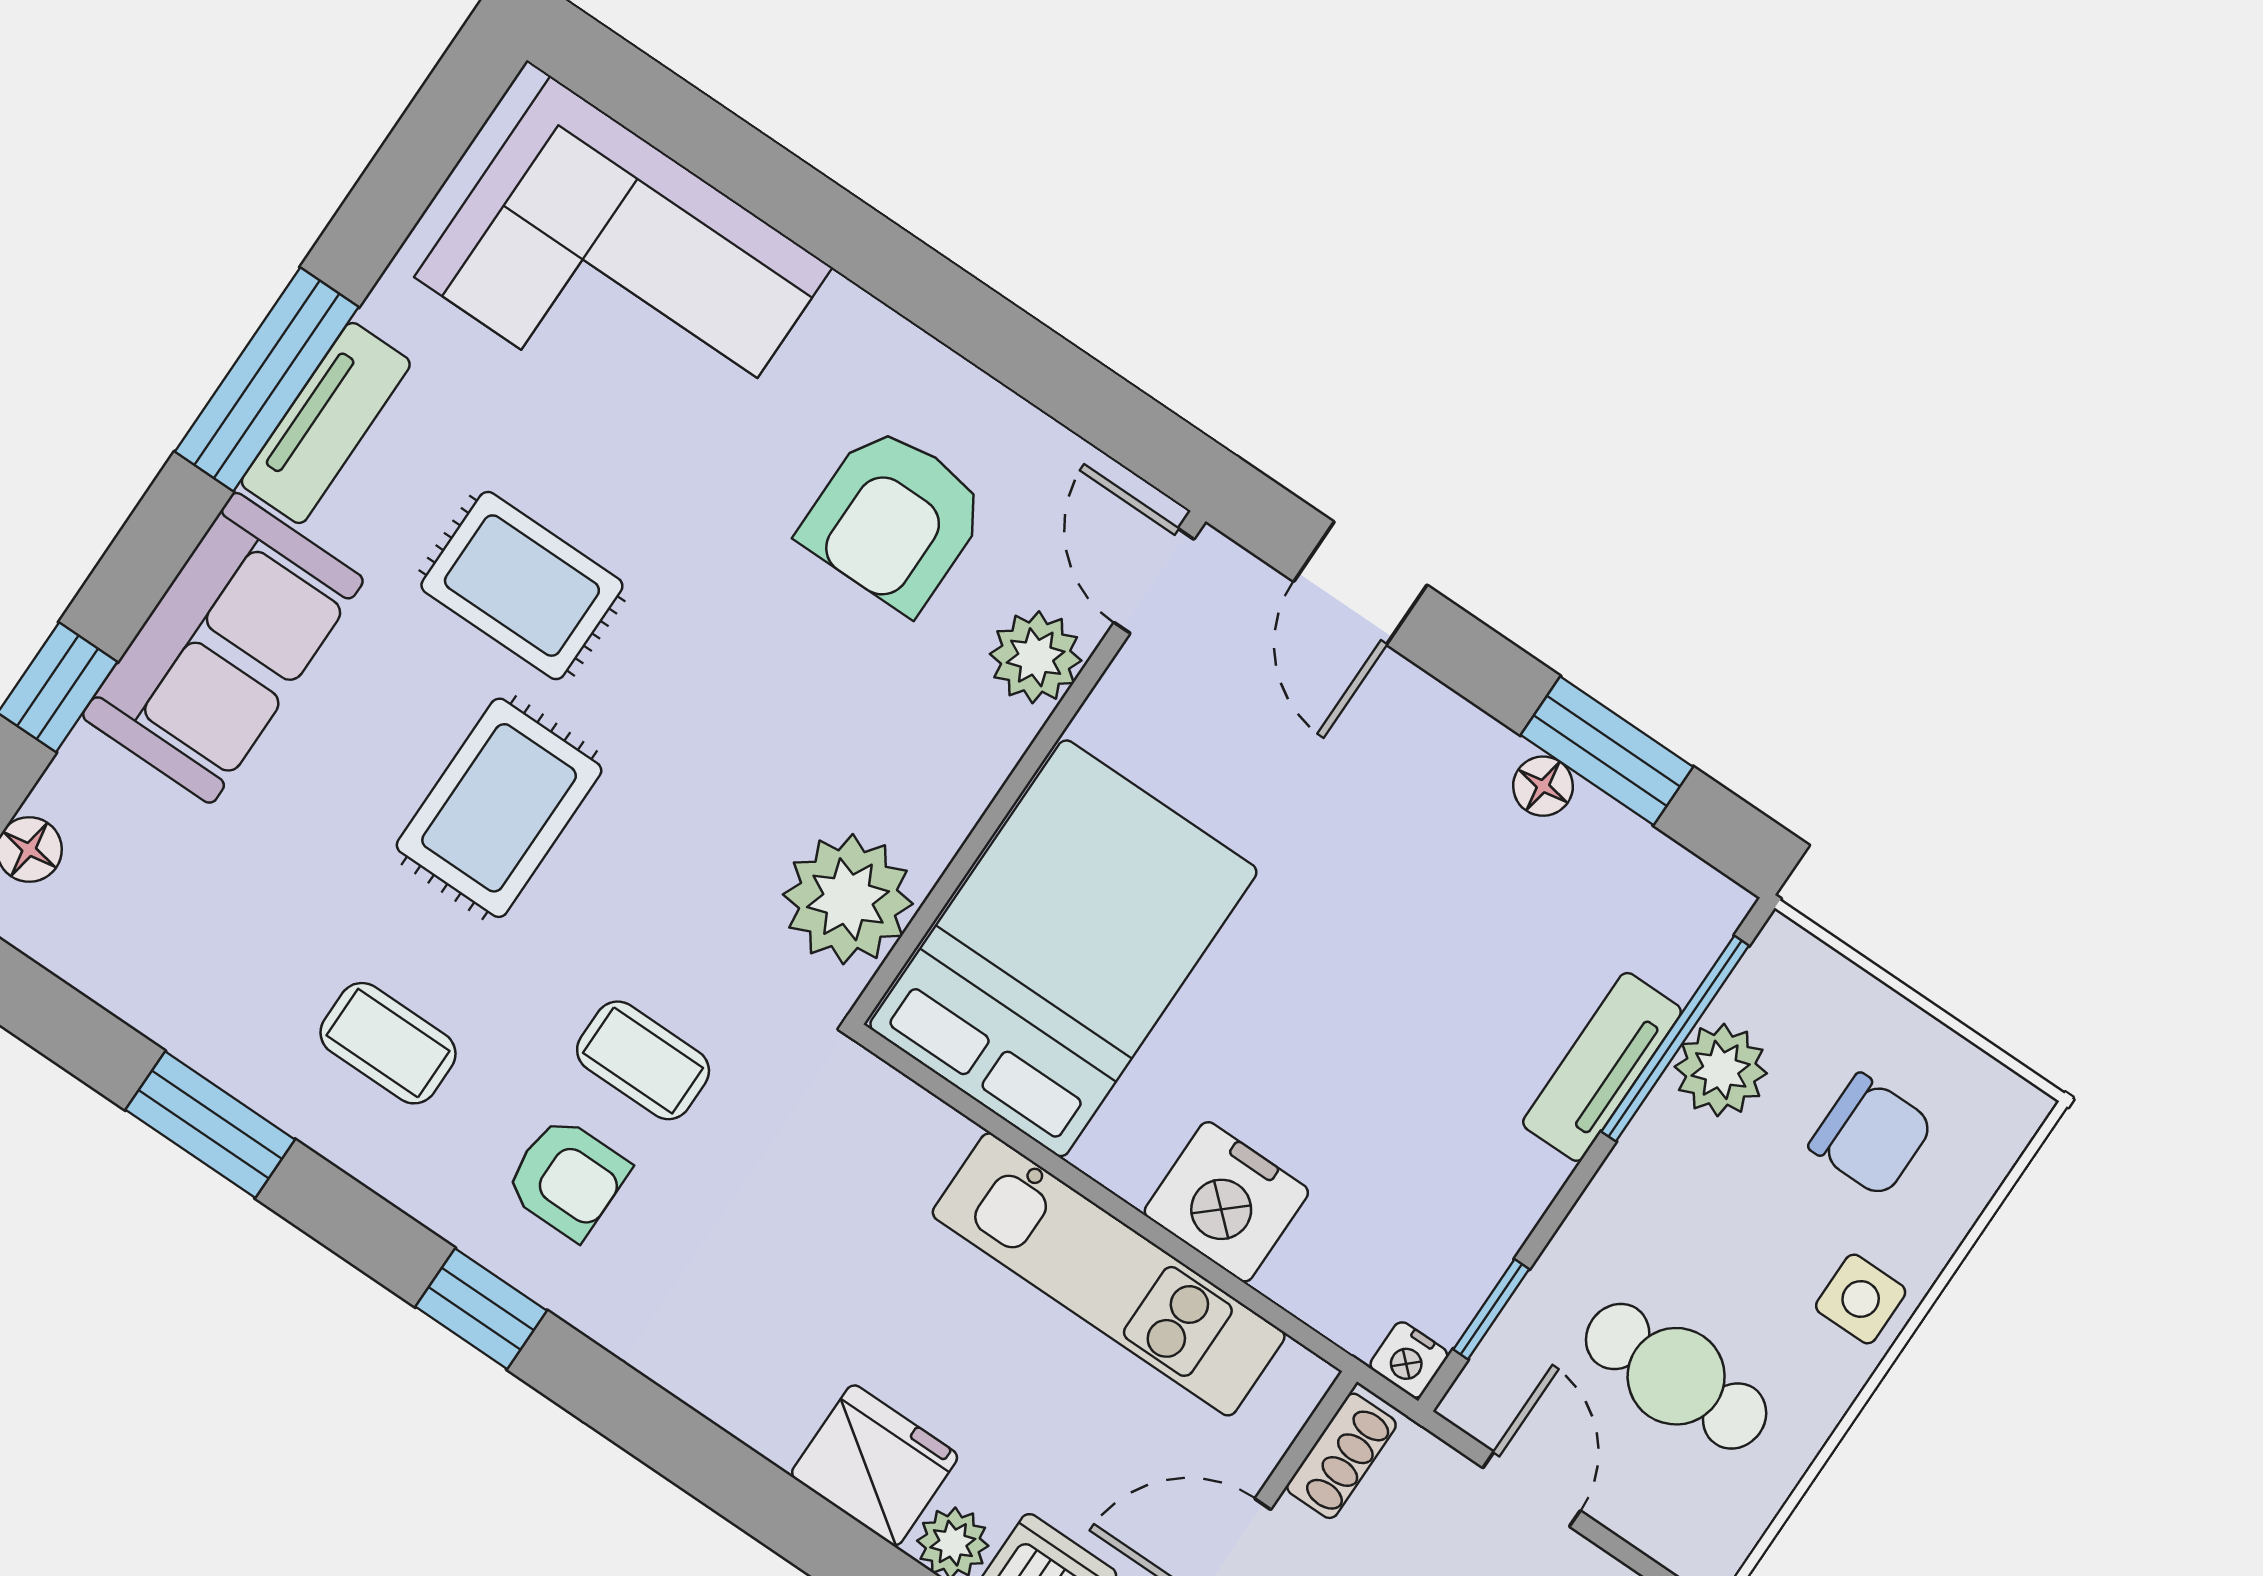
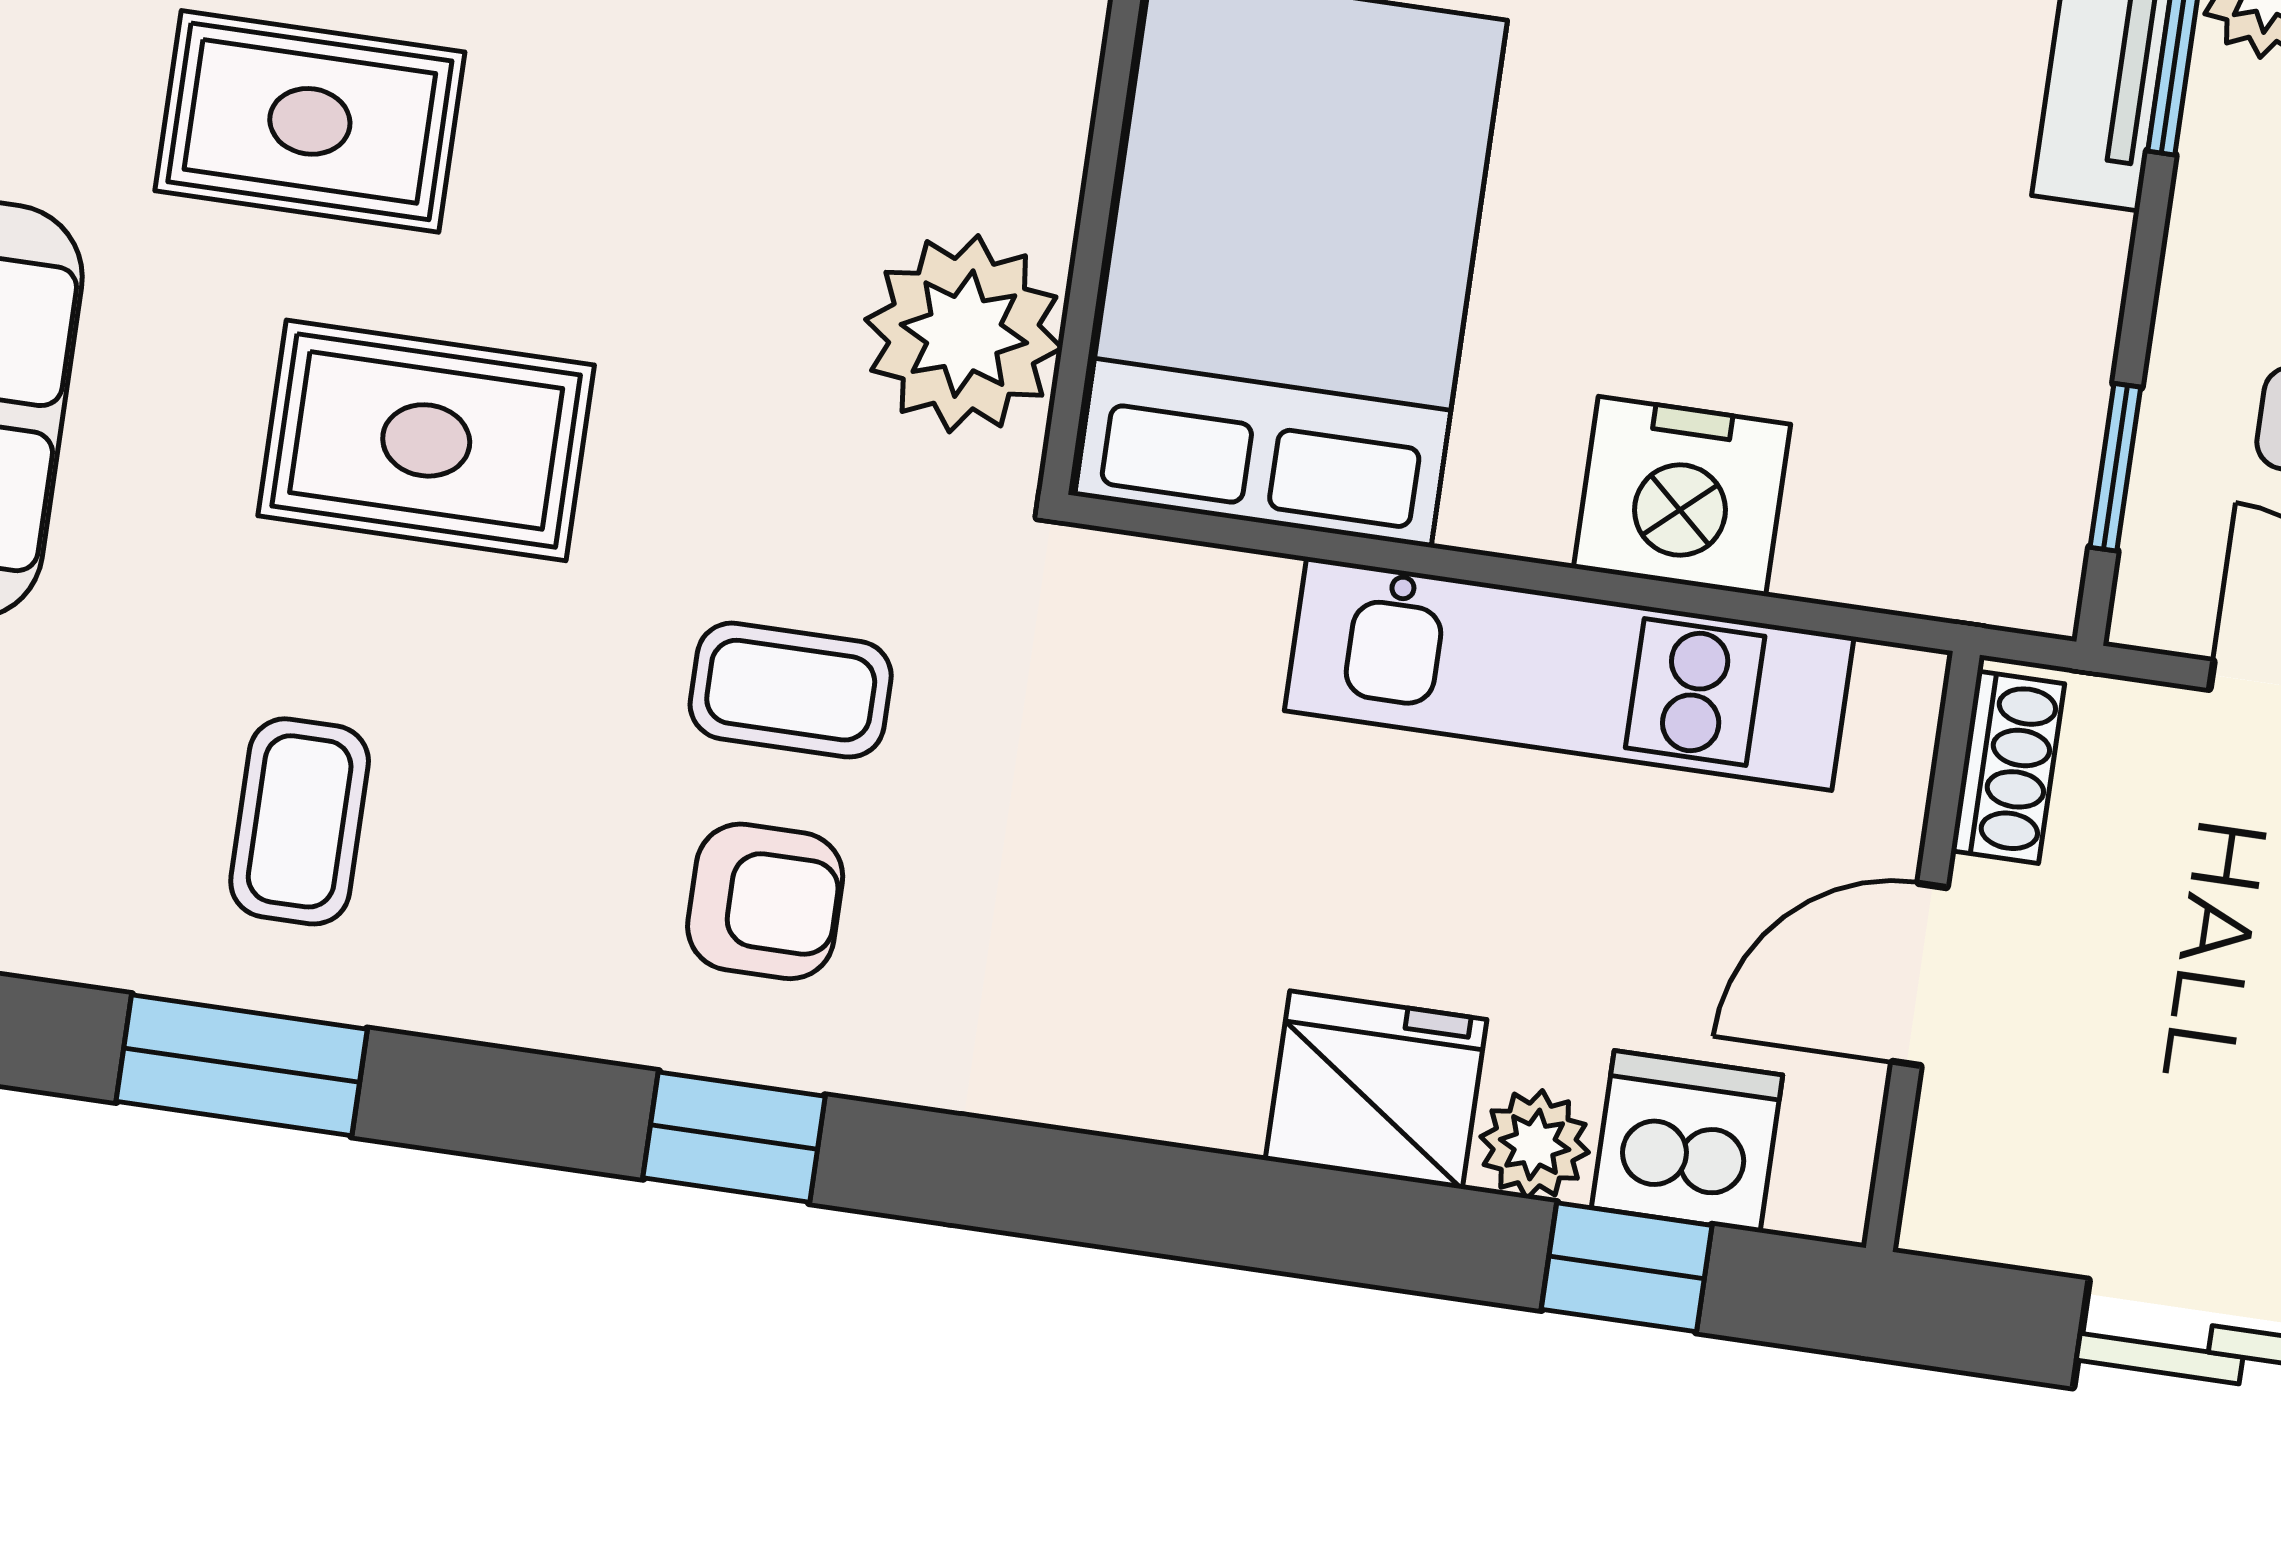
rug: (499, 808) -> (426, 440), turned 90
coffee table: (388, 1043) -> (300, 821), moved, turned 90
nightstand: (1409, 1360) -> (2037, 591), removed

